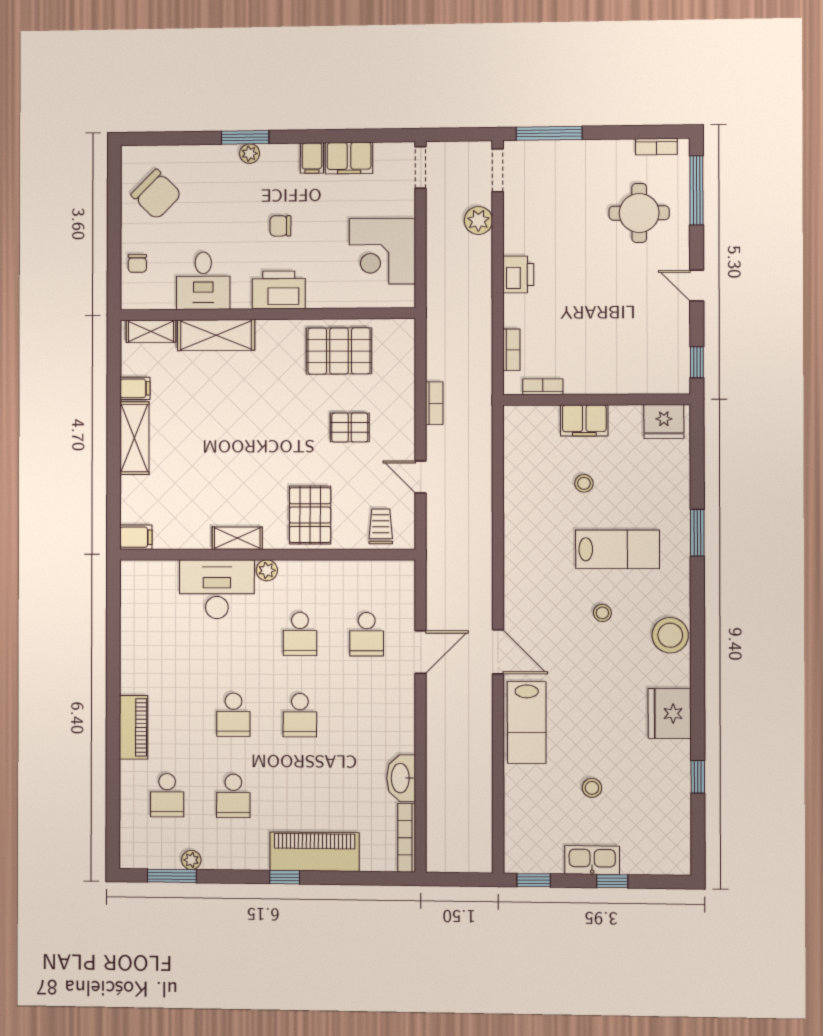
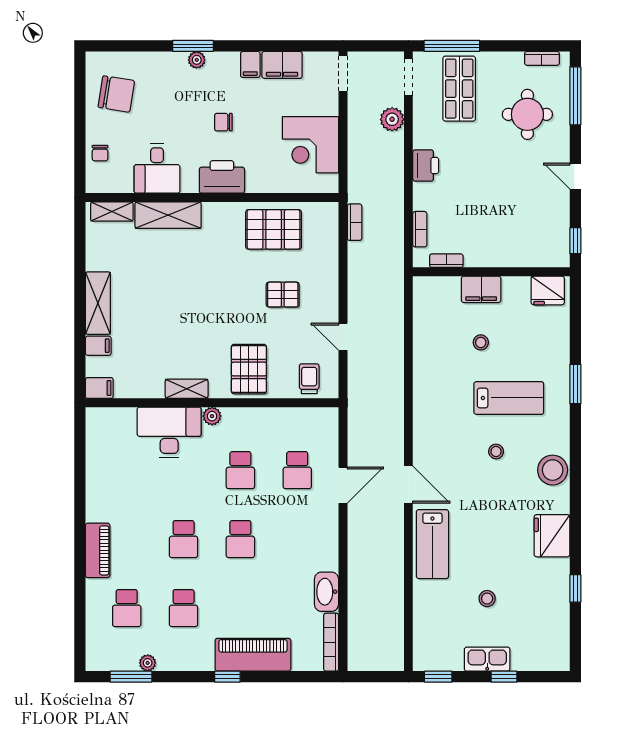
shop shelf: (558, 183) -> (459, 89), added
chair: (156, 194) -> (116, 94), turned -36
filing cabinet: (135, 388) -> (98, 346), moved
bookcase: (434, 403) -> (355, 222), moved

